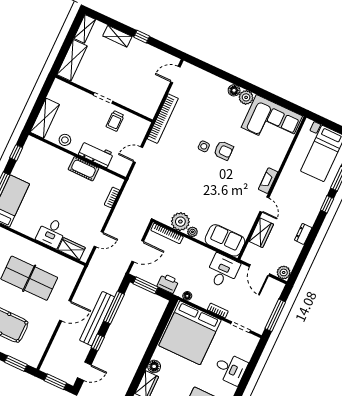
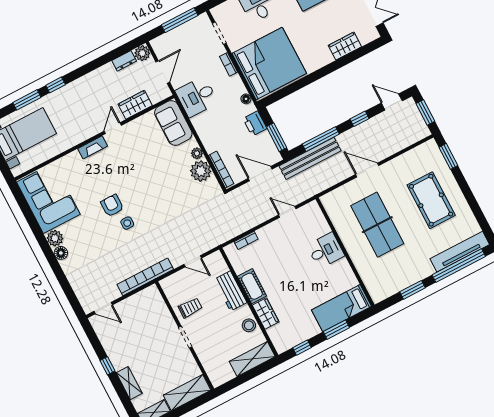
dresser: (303, 234) -> (124, 61), moved
wardrobe: (71, 249) -> (266, 313), moved, turned 180
bench: (97, 319) -> (310, 158), moved
floor lamp: (154, 366) -> (325, 58), removed

